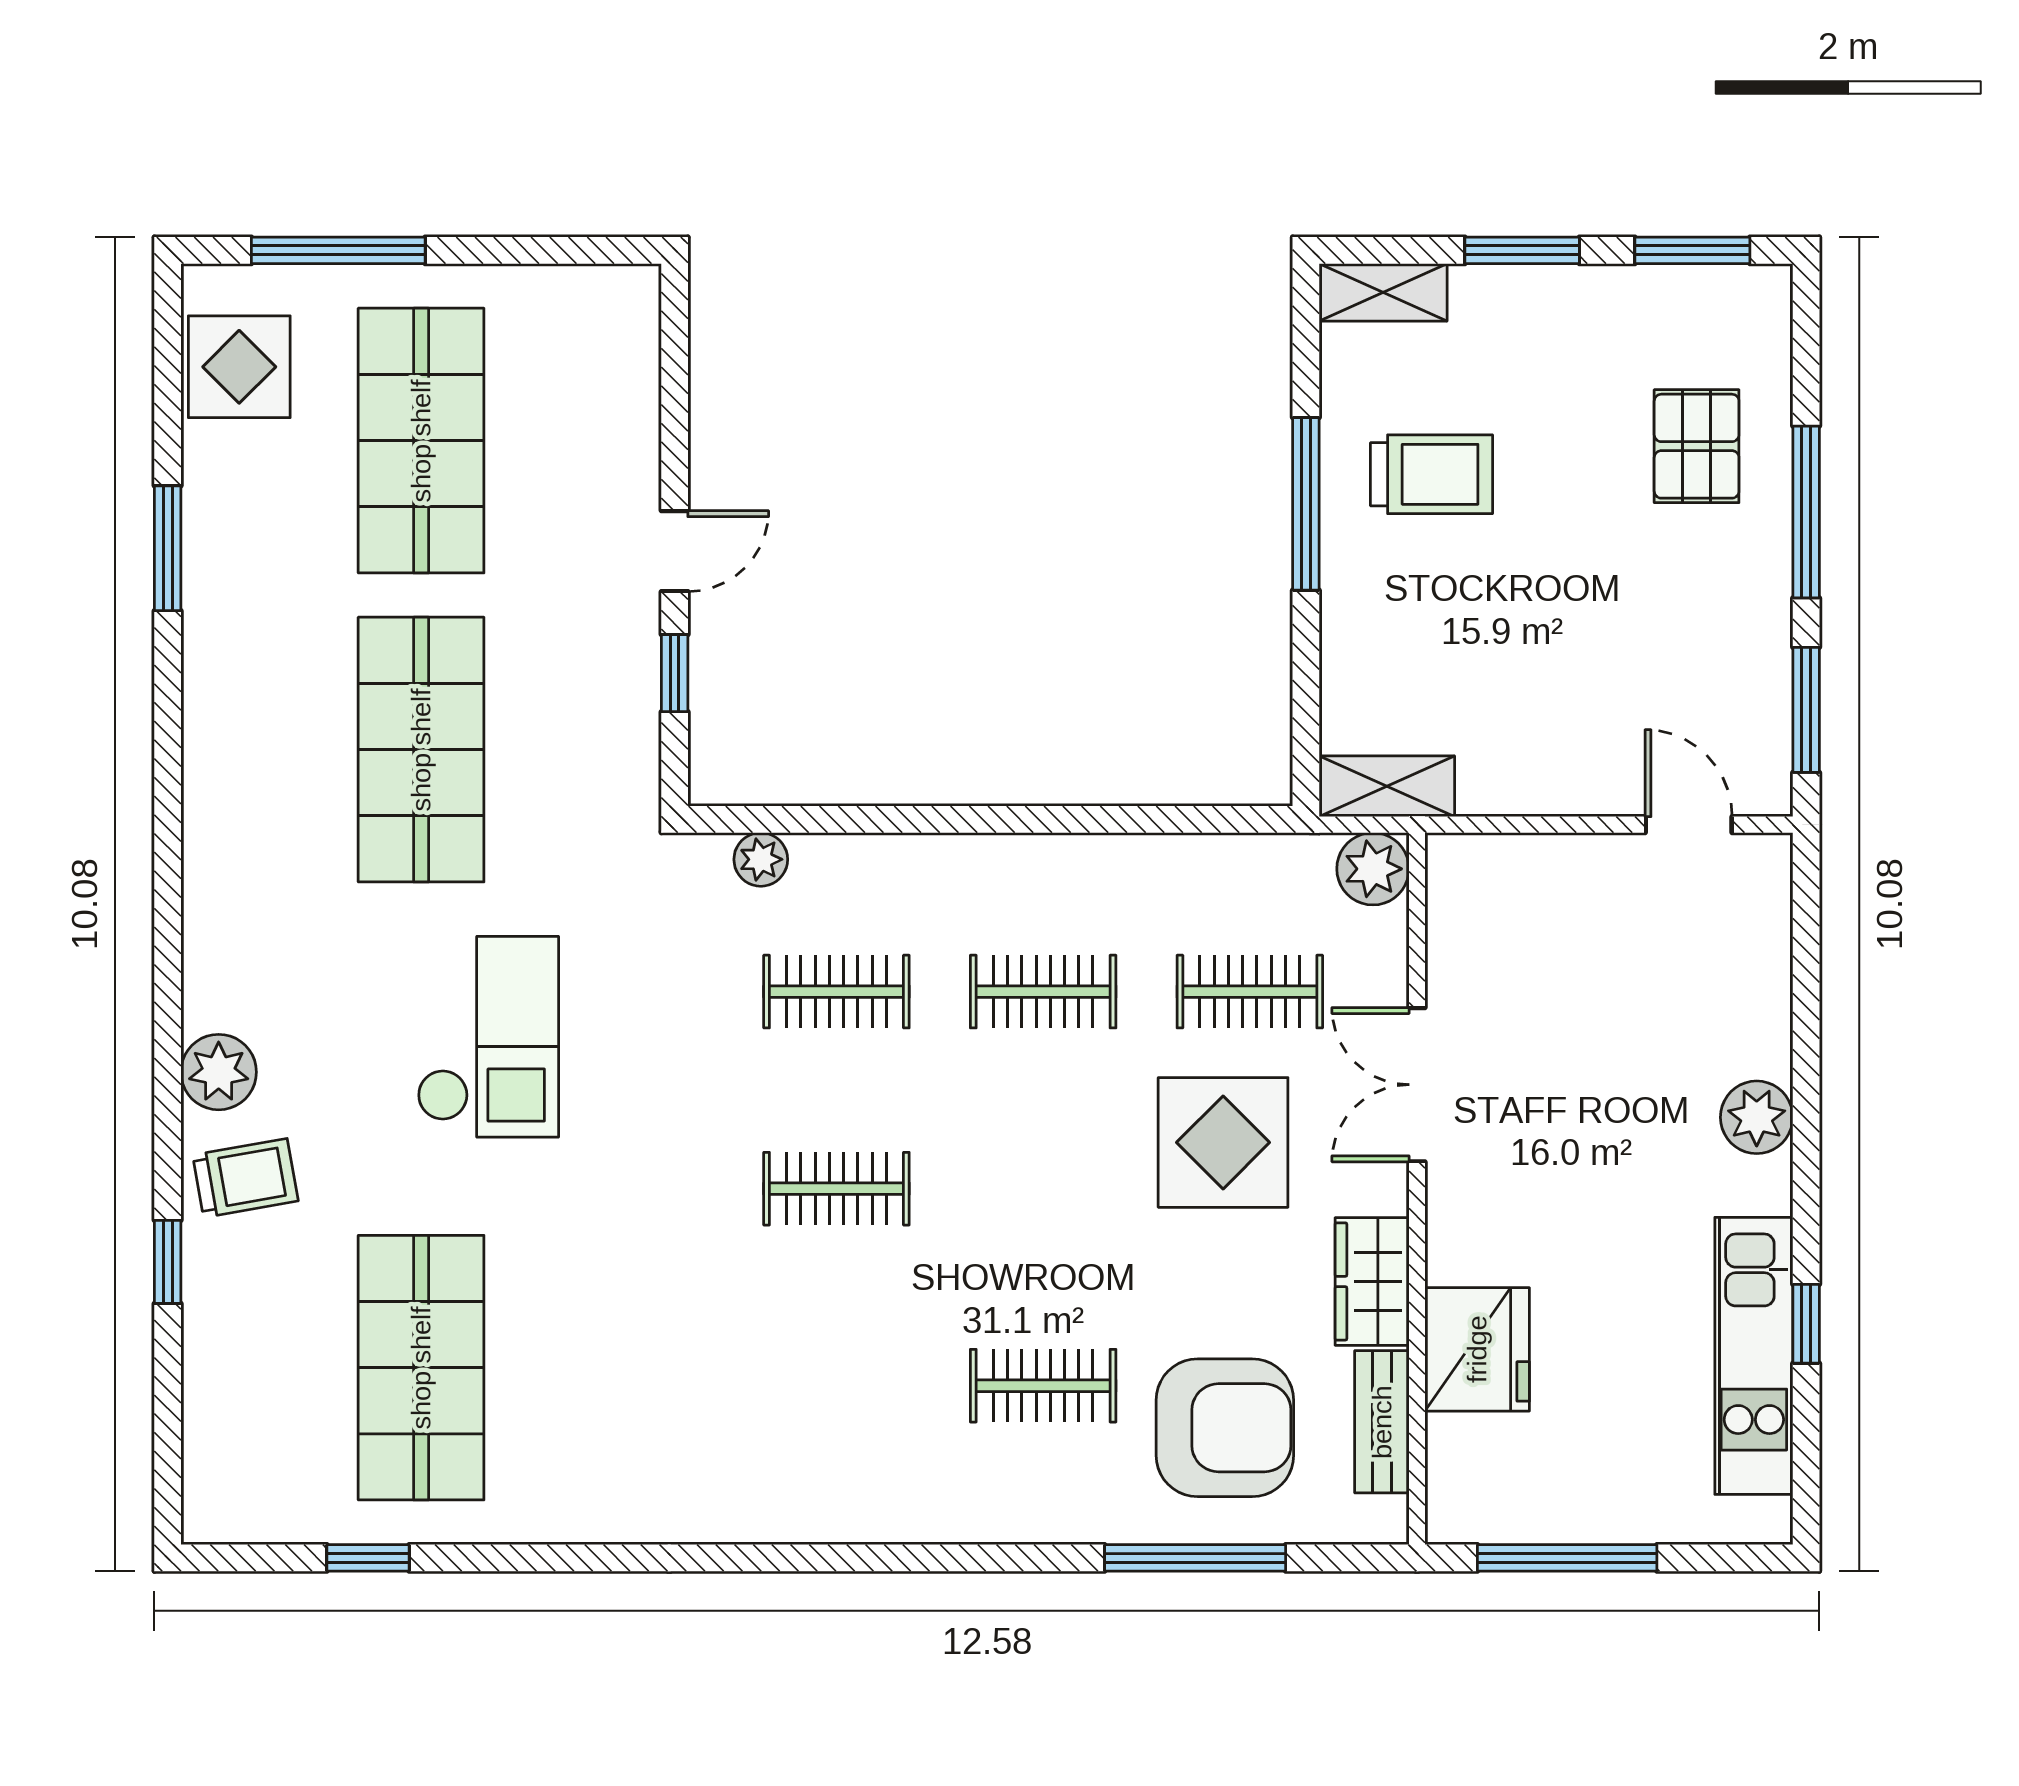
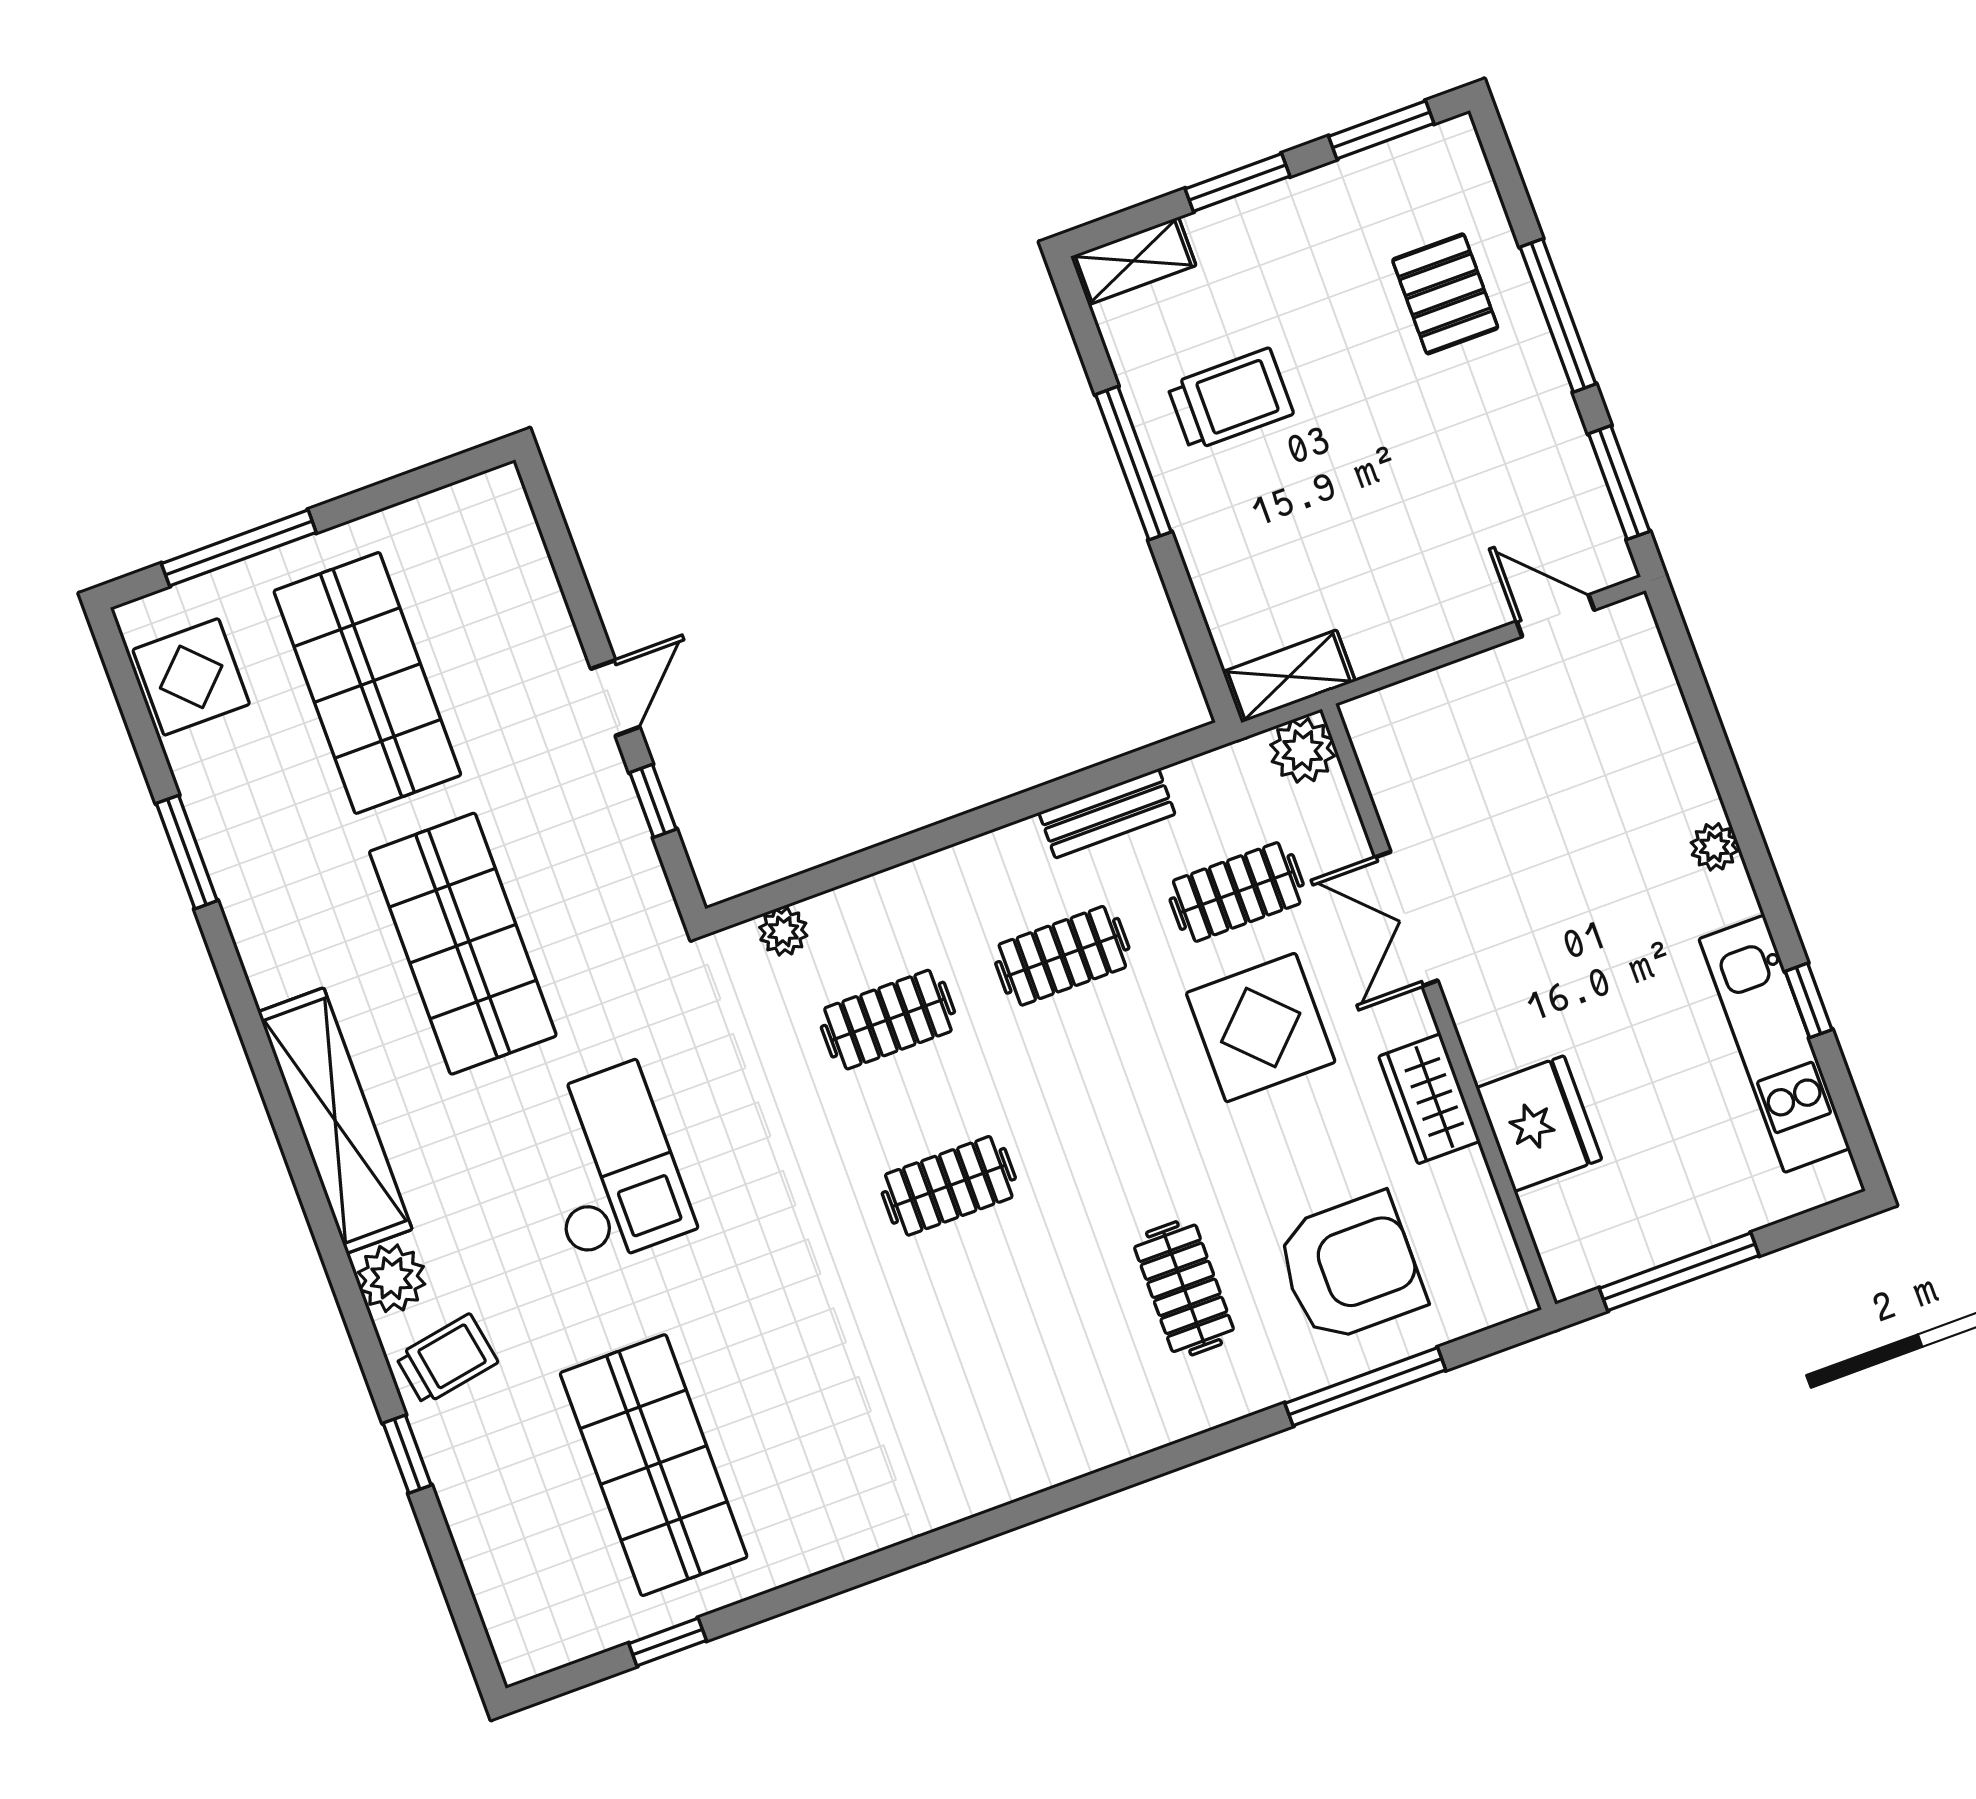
shelving: (220, 886) -> (335, 1121), added
plant: (1757, 1117) -> (1714, 847), width x0.73, depth x0.73
clothes rail: (1043, 1386) -> (1184, 1288), turned 90
bench: (1382, 1422) -> (1107, 813), moved, turned 90

